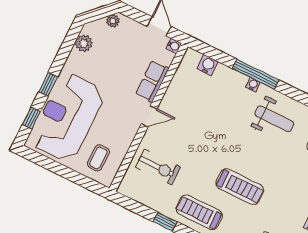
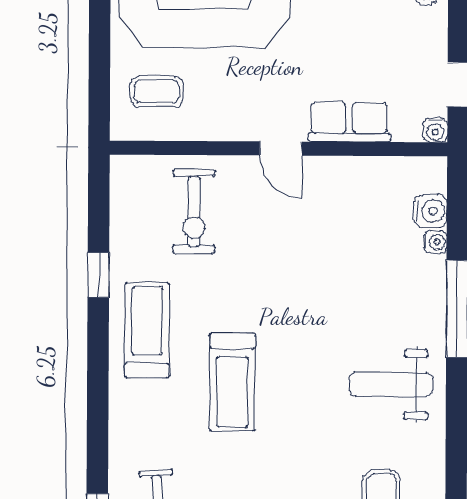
water cooler: (253, 85) -> (435, 242), moved
weight bench: (274, 119) -> (391, 385), turned 90

